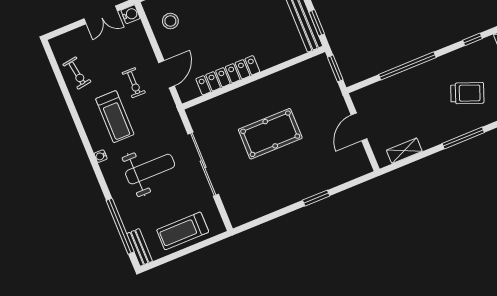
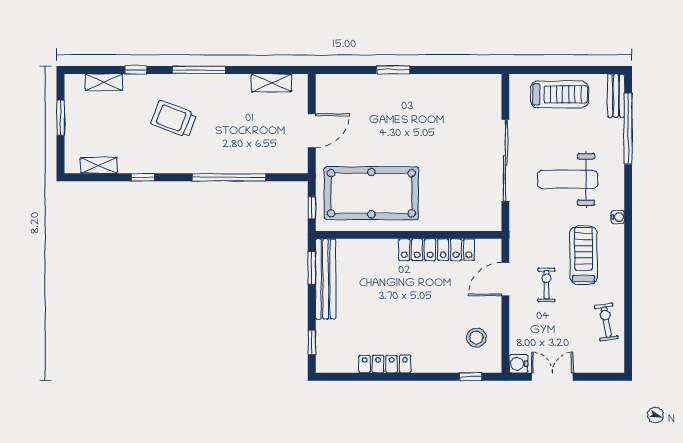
window: (335, 68) -> (312, 208), width x0.67
pool table: (270, 134) -> (371, 193), moved, width x1.36, depth x1.32

